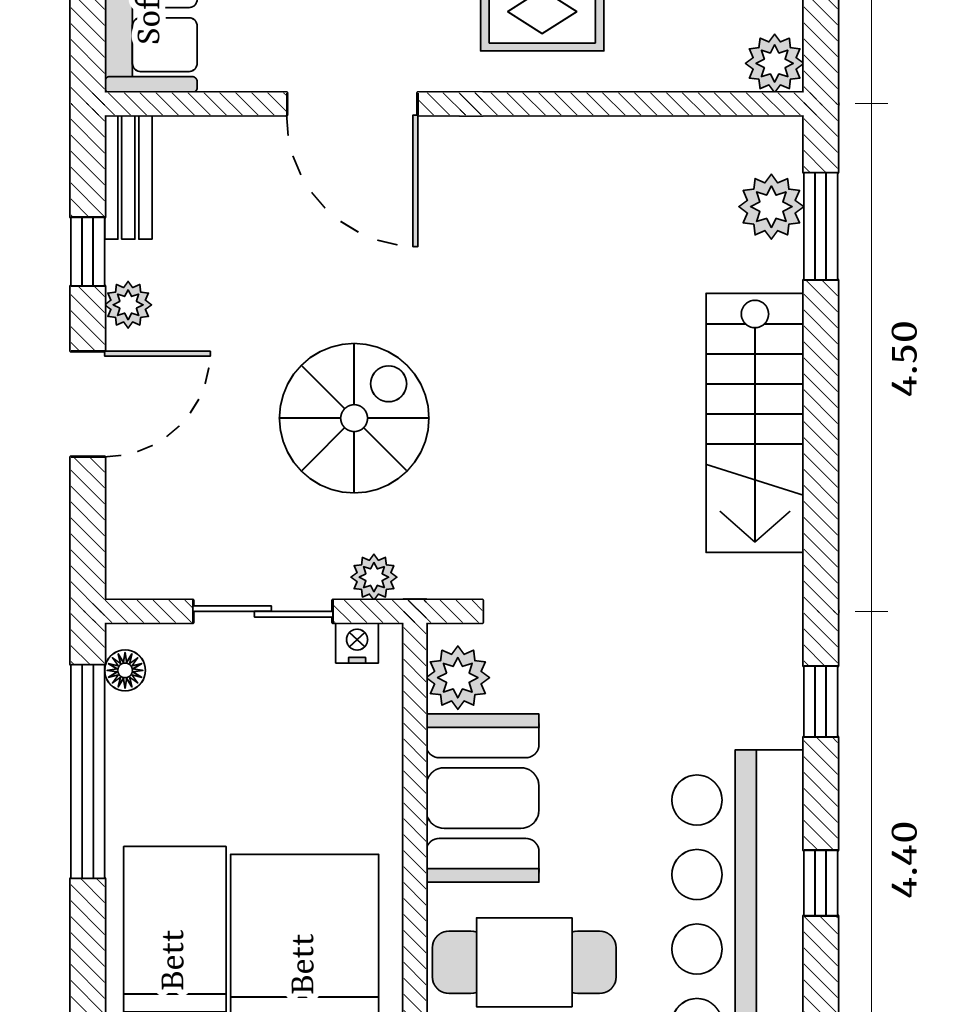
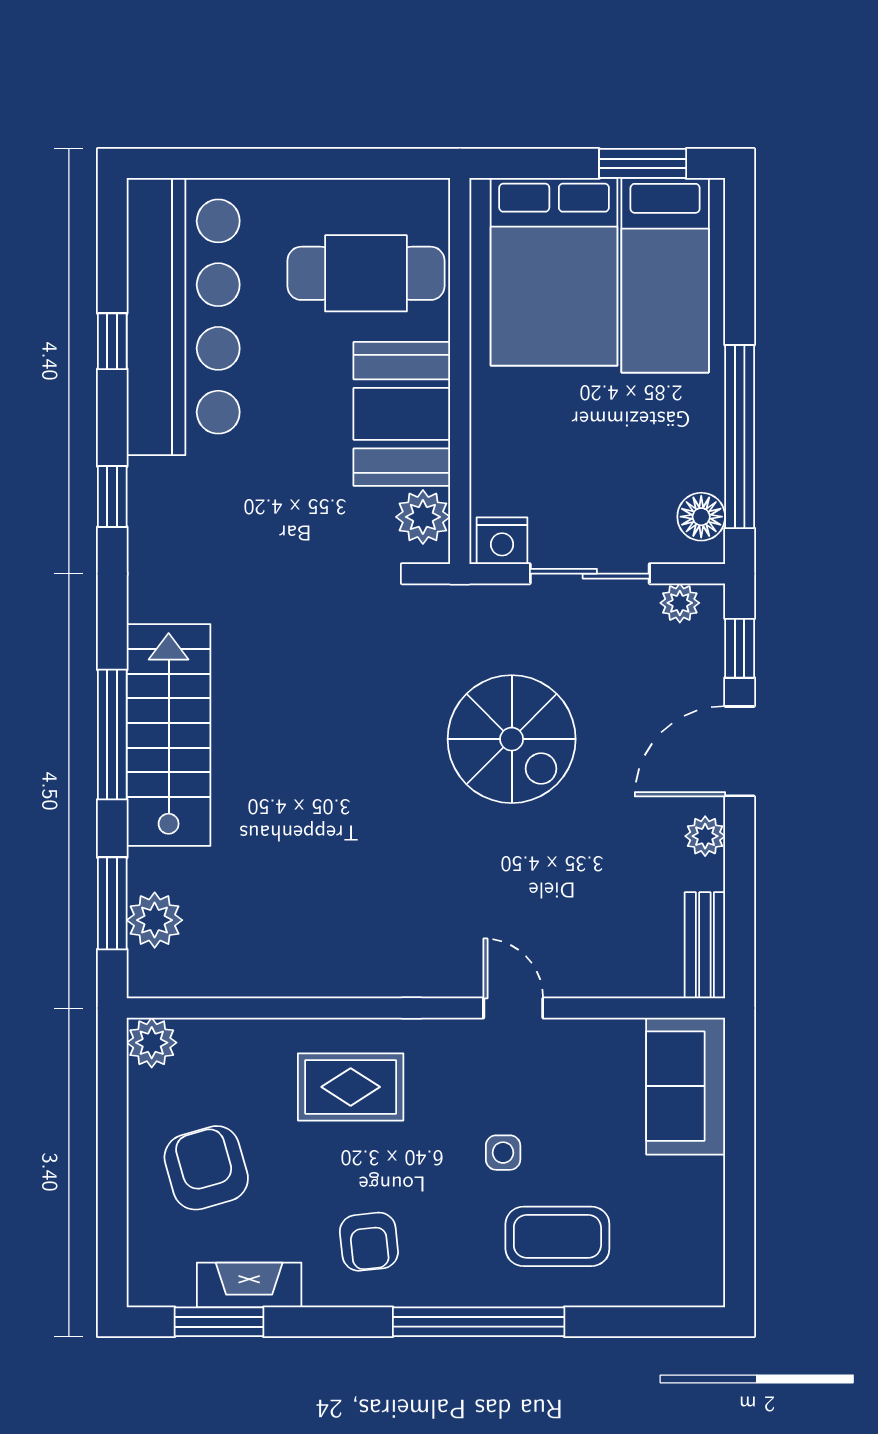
door: (352, 104) -> (513, 1008), width x0.53
window: (88, 252) -> (740, 648), moved
spiral stairs: (354, 418) -> (512, 739), turned -90
window: (821, 423) -> (112, 735), added
plant: (374, 577) -> (680, 603), moved
nightstand: (357, 643) -> (502, 541), width x1.39, depth x1.35
floor lamp: (125, 670) -> (701, 517), width x1.37, depth x1.37

